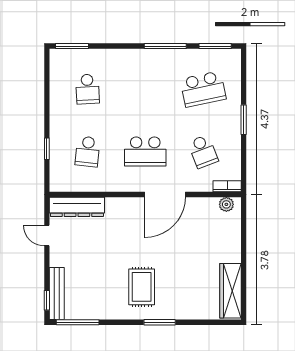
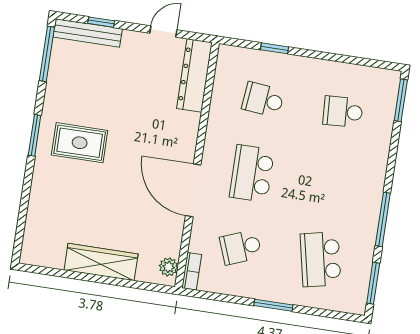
wardrobe: (230, 291) -> (101, 262), moved
window: (47, 300) -> (101, 22), moved
window: (160, 322) -> (35, 135), moved

